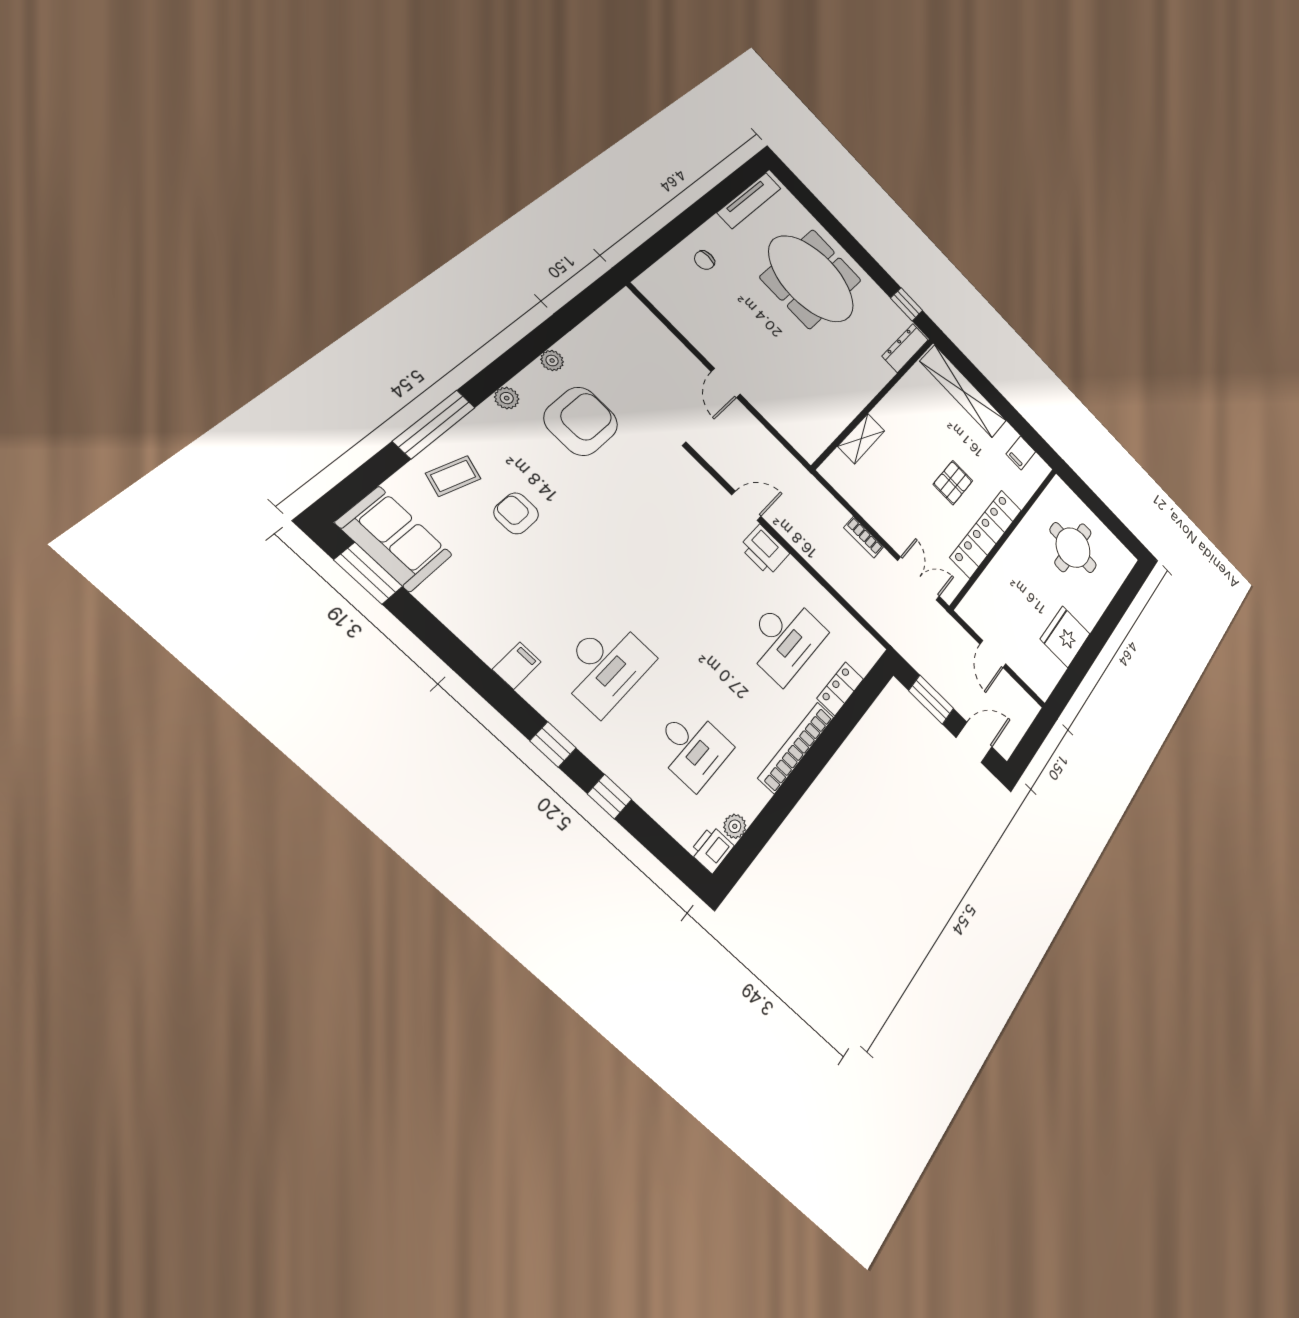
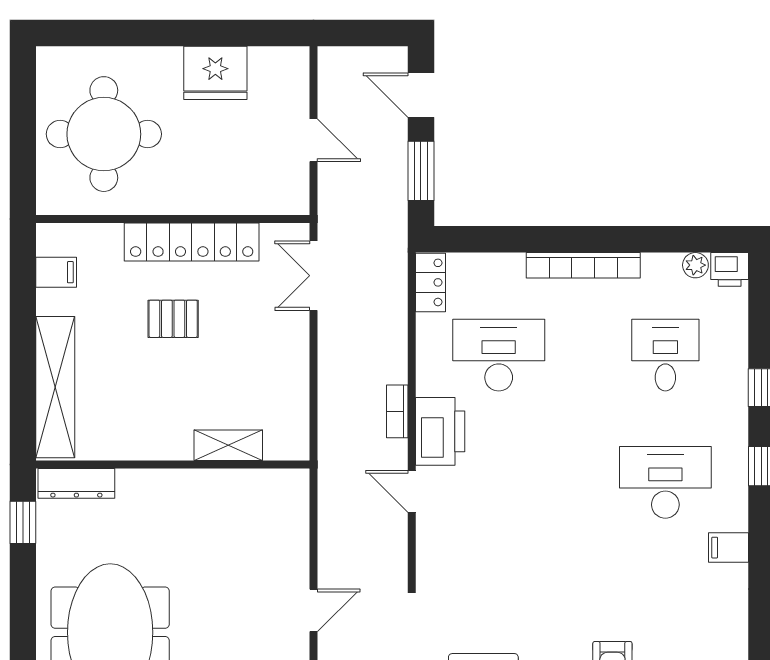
bookcase: (864, 537) -> (397, 411), moved, turned 180
round table: (1073, 548) -> (104, 134), width x1.36, depth x1.36
printer: (764, 550) -> (440, 431), width x1.37, depth x1.19
door: (993, 654) -> (314, 140), hinge flipped
locker: (840, 689) -> (431, 282), moved, turned -90

